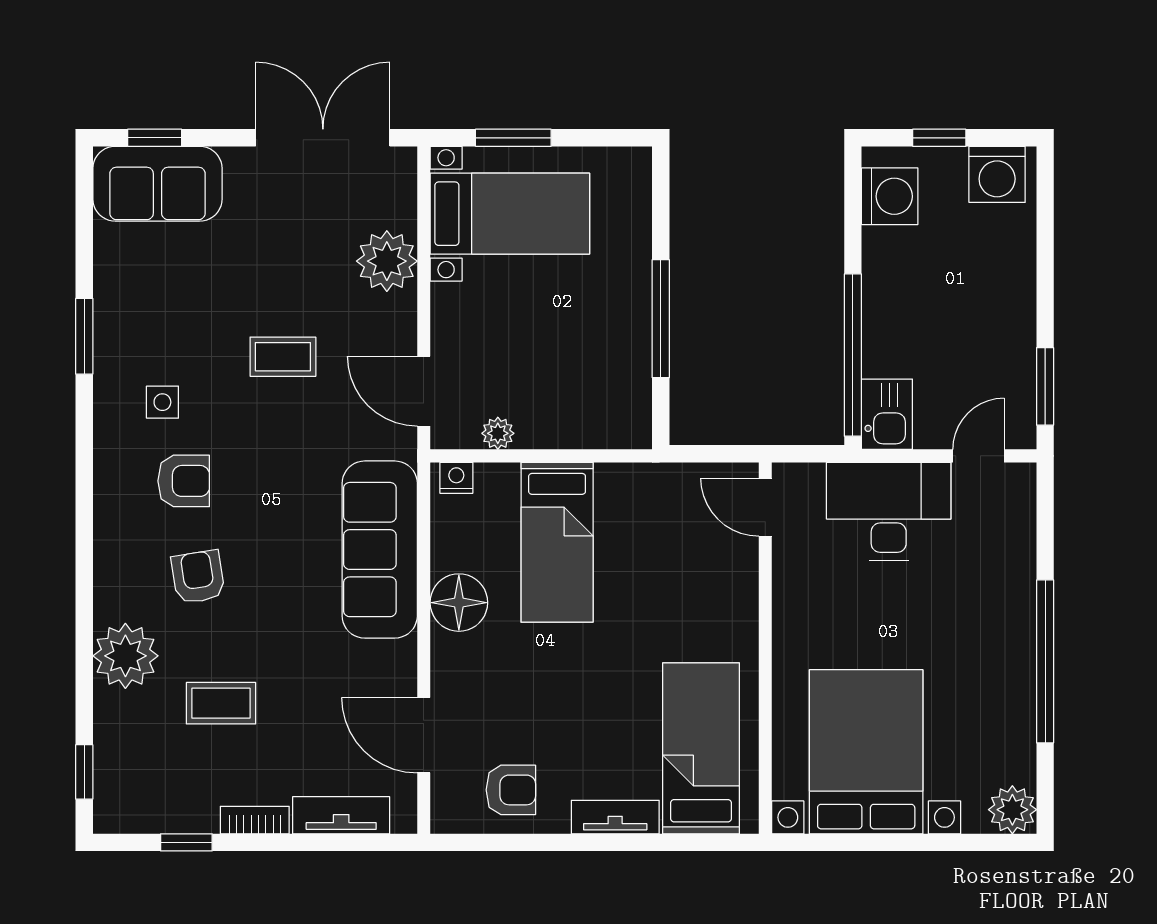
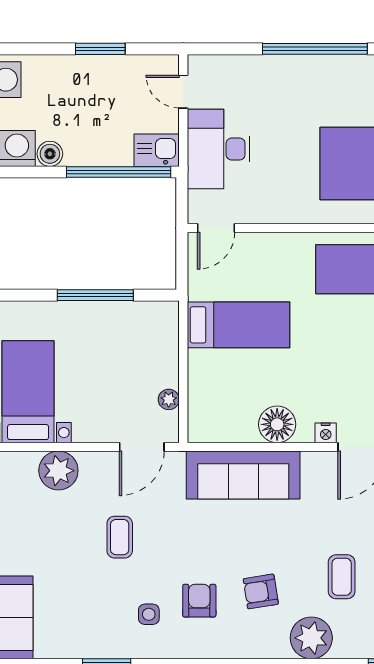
boiler: (881, 248) -> (50, 154), added
window: (1045, 386) -> (100, 49), moved
nightstand: (456, 478) -> (326, 433), moved, turned -90
bed: (557, 542) -> (239, 325), moved

